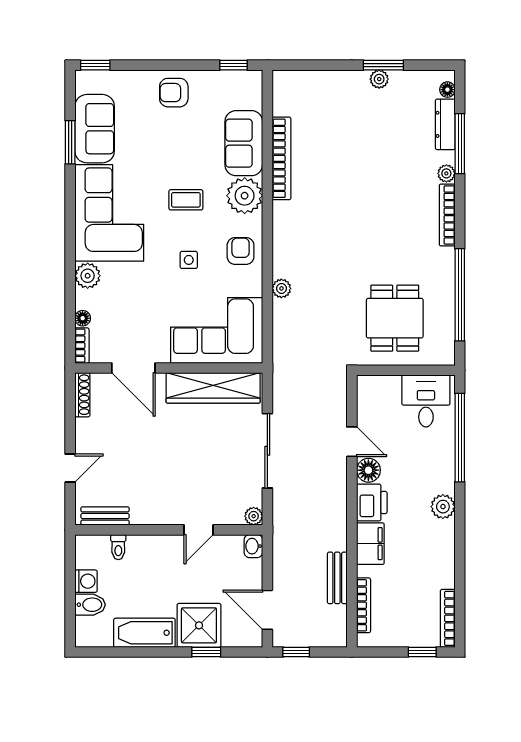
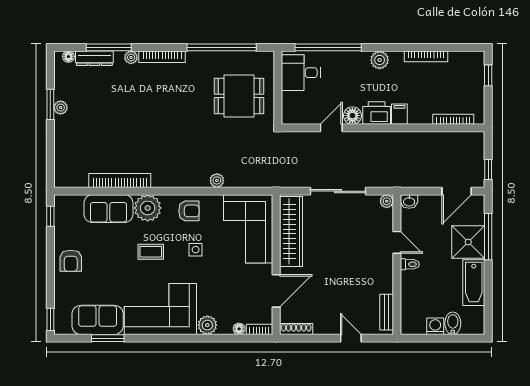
coffee table: (186, 200) -> (151, 252), turned 90
armchair: (241, 251) -> (189, 211), turned 180
filing cabinet: (370, 544) -> (399, 114), width x0.50
toilet: (118, 547) -> (410, 264), moved
bench: (337, 578) -> (433, 139), removed
bookcase: (448, 618) -> (426, 56), moved
window: (206, 652) -> (488, 237), width x2.17

